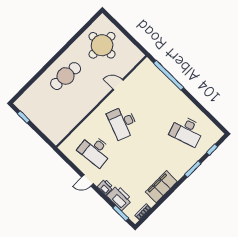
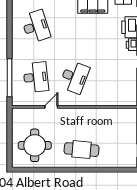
door: (118, 85) -> (51, 107), swing flipped
desk: (95, 150) -> (36, 77), moved

